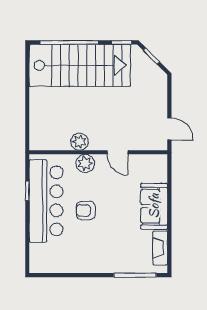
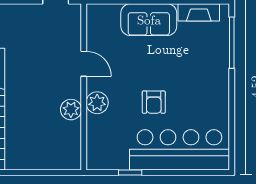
door: (118, 152) -> (84, 64), hinge flipped
bar counter: (46, 201) -> (179, 150), moved

